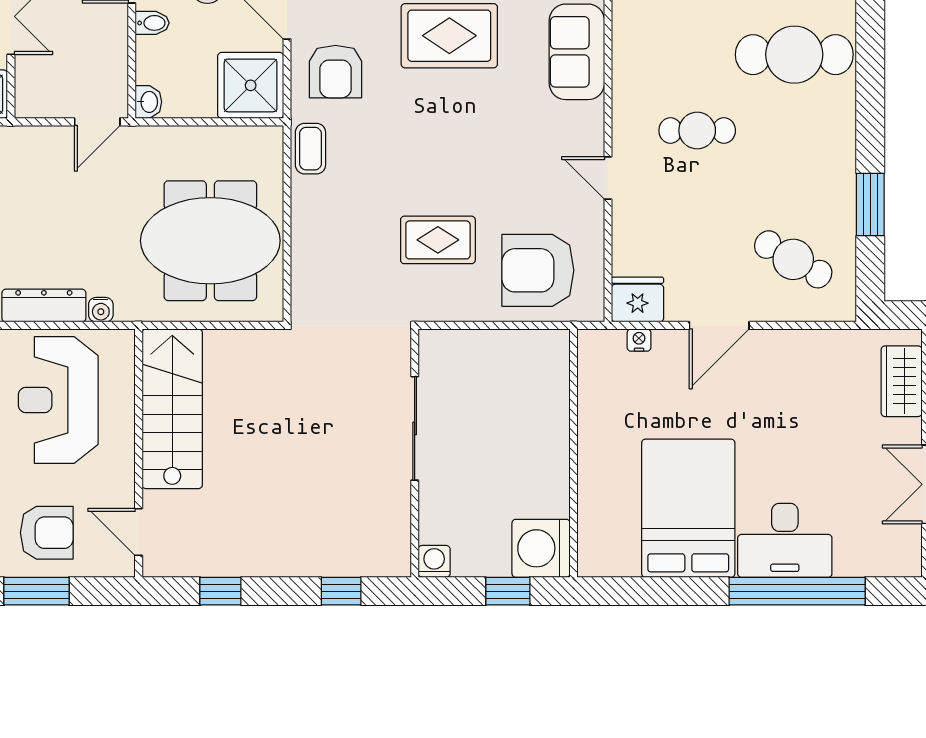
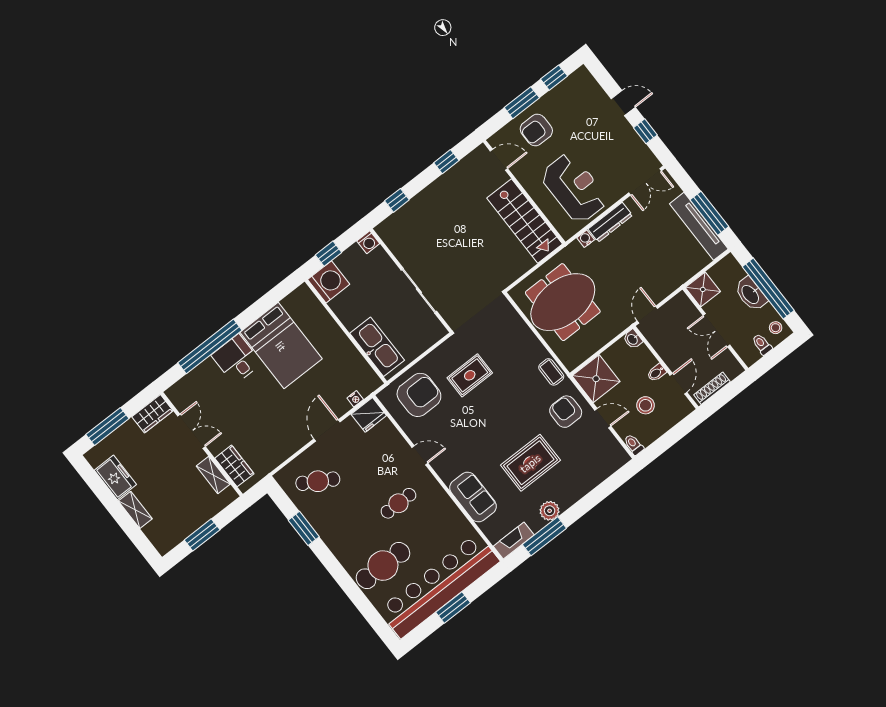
kitchen sink: (544, 393) -> (377, 347), added
desk: (785, 540) -> (236, 359), width x0.73

